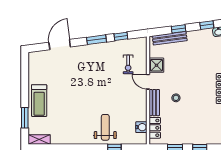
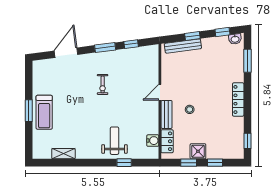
exercise bike: (128, 64) -> (103, 84), moved
shower: (156, 65) -> (198, 151), moved
door: (148, 82) -> (160, 92), hinge flipped
window: (25, 118) -> (29, 111), moved
shelving: (39, 140) -> (63, 154), moved

